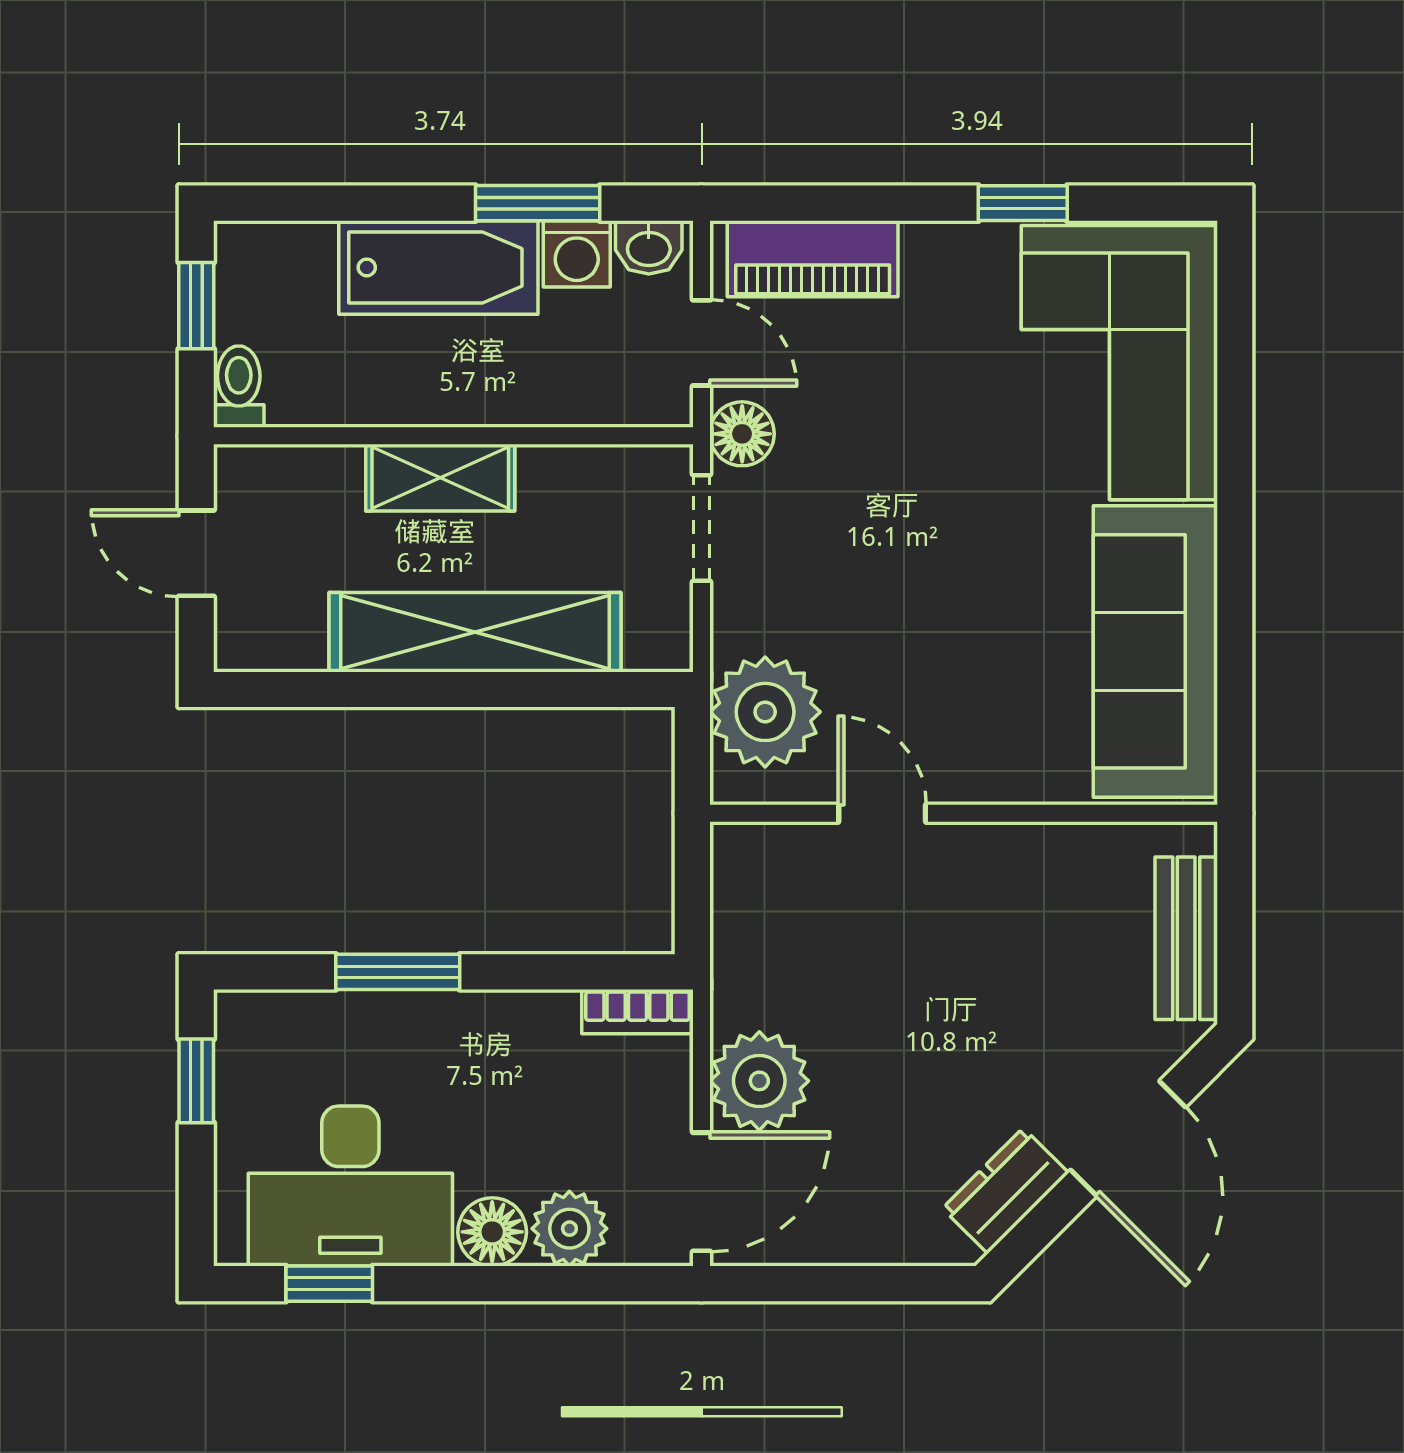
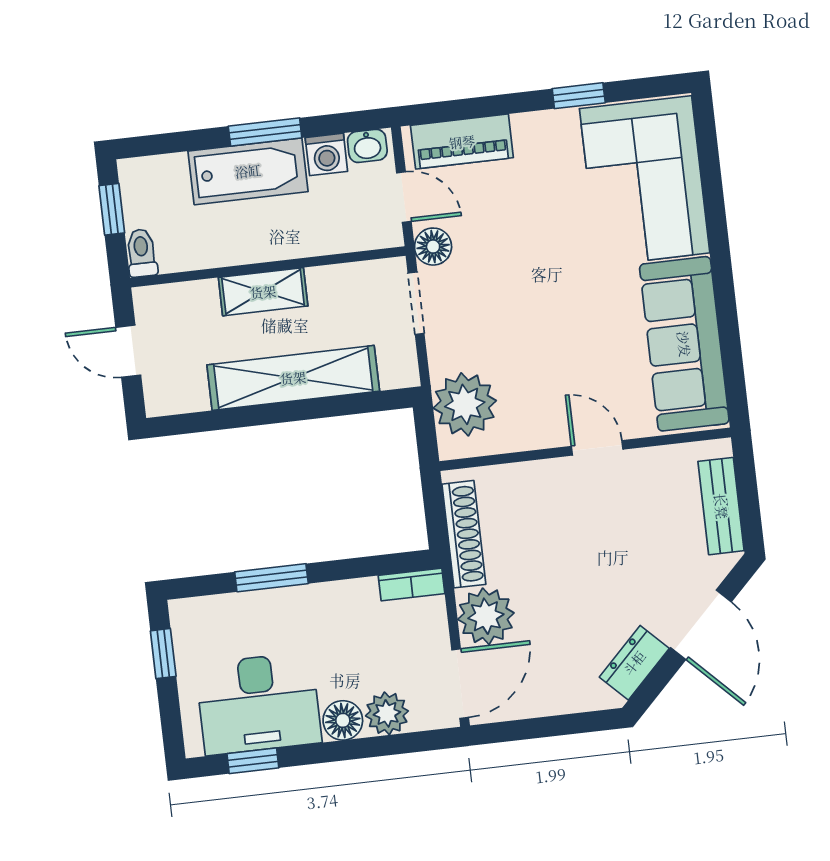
window: (538, 203) -> (265, 132), moved
door: (882, 813) -> (597, 448), moved
shoe rack: (738, 935) -> (464, 534), added

